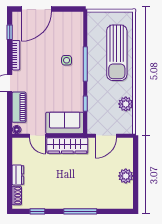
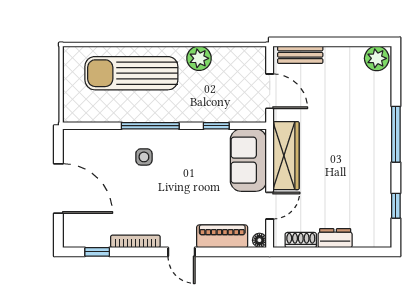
door: (36, 9) -> (58, 189), moved
sun lounger: (117, 53) -> (131, 73), turned 180
plant: (126, 104) -> (199, 58), moved
bench: (128, 154) -> (300, 55), added
plant: (126, 176) -> (377, 58), moved
shoe rack: (17, 196) -> (301, 240), moved

